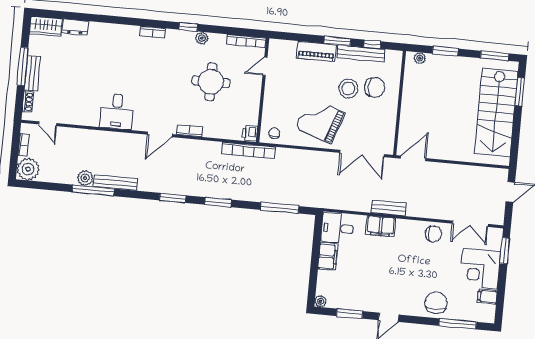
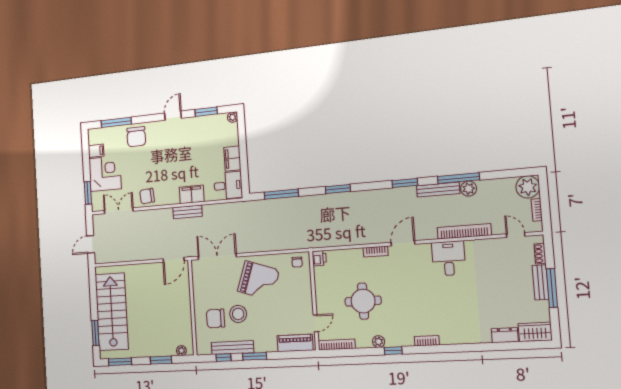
piano: (316, 51) -> (295, 343), moved
bookcase: (248, 150) -> (464, 231), moved
window: (173, 198) -> (405, 183), moved

